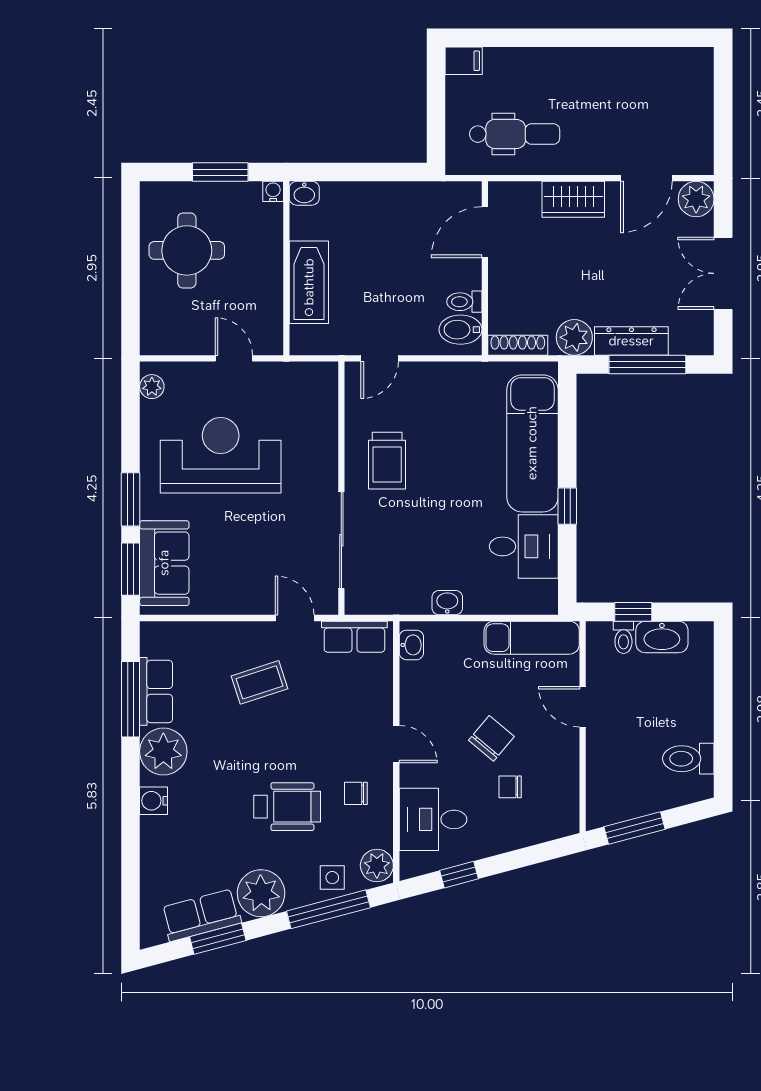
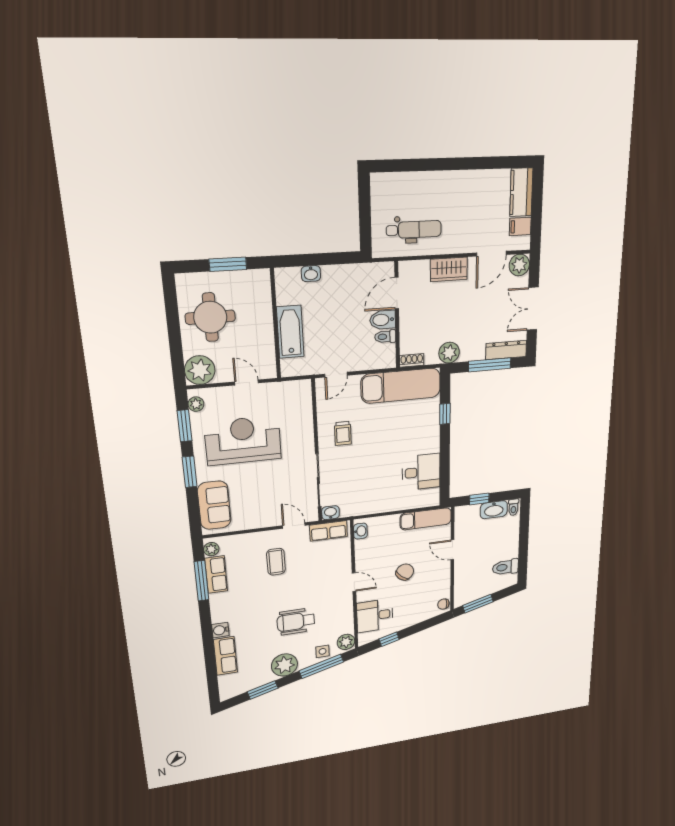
filing cabinet: (464, 61) -> (520, 226), moved, turned 180
kitchen counter: (695, 84) -> (521, 192), added
water cooler: (273, 191) -> (264, 275), removed
washbasin: (304, 193) -> (311, 274), moved
bidet: (460, 330) -> (383, 320), moved
plant: (163, 332) -> (200, 370), added
dresser: (631, 341) -> (506, 350), moved
shoe rack: (518, 345) -> (412, 360), width x0.70
exam couch: (532, 443) -> (401, 386), moved, turned -90
trolley: (387, 461) -> (343, 433), width x0.73, depth x0.72
window: (567, 506) -> (445, 414), moved
window: (131, 569) -> (185, 426), moved
washbasin: (447, 603) -> (331, 513), moved
toilet: (623, 637) -> (513, 507), moved
coffee table: (259, 682) -> (276, 562), turned -72
plant: (163, 752) -> (211, 549), moved, width x0.53, depth x0.53
chair: (510, 787) -> (443, 604), moved
chair: (356, 793) -> (333, 609), removed
wheelchair: (287, 807) -> (296, 621), turned 180
row of seats: (201, 915) -> (225, 656), moved, turned 105

